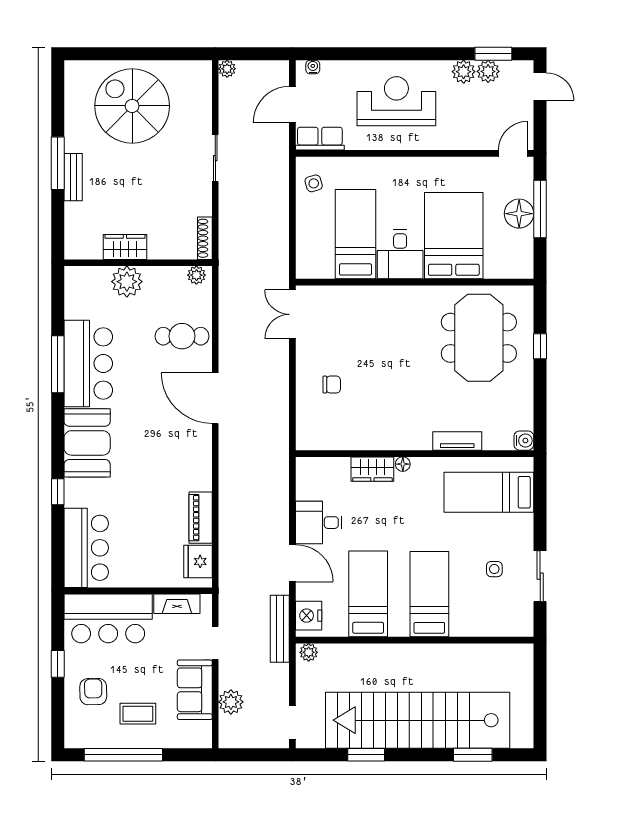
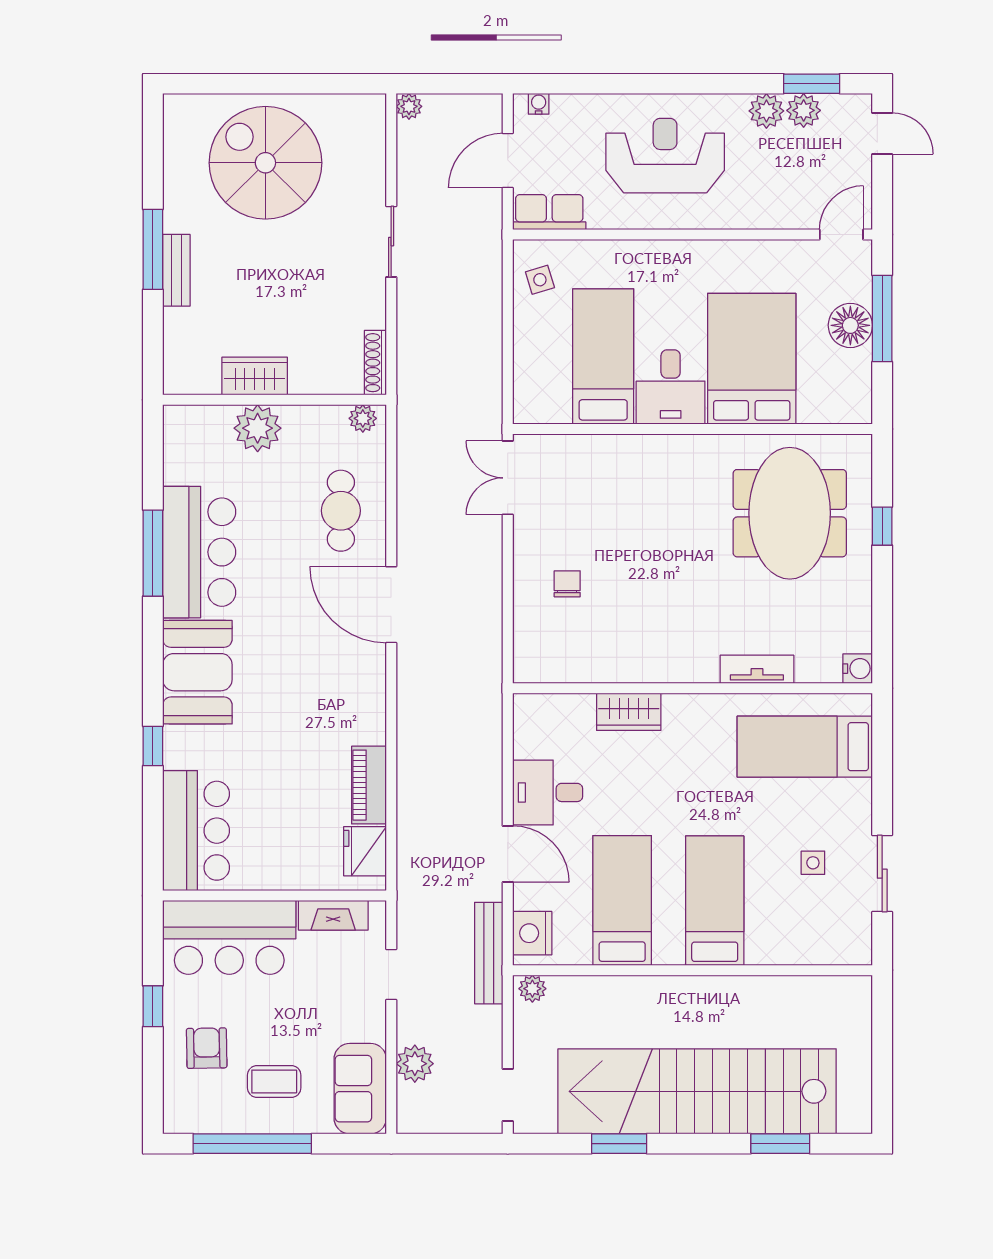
cafe table: (182, 336) -> (341, 511), turned 90
chair: (332, 384) -> (567, 584), turned -90
floor lamp: (403, 464) -> (675, 704), removed
sofa: (195, 690) -> (360, 1089), moved

